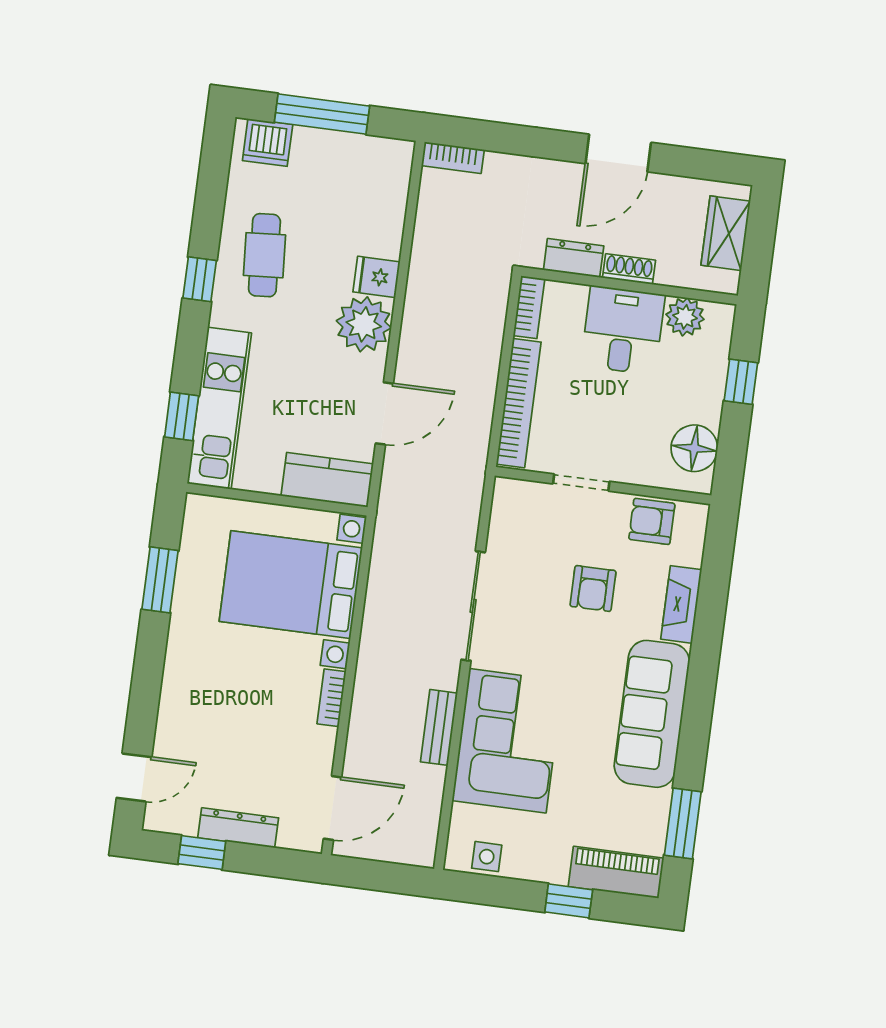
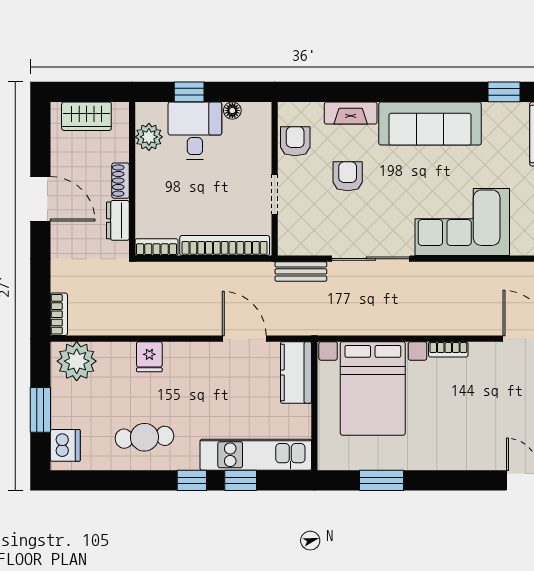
window: (322, 114) -> (40, 410), width x0.69
window: (200, 279) -> (192, 480), moved
plant: (364, 324) -> (77, 361), moved
desk: (623, 330) -> (195, 131), moved, turned 90
window: (182, 416) -> (241, 480), moved
floor lamp: (694, 448) -> (232, 111), width x0.53, depth x0.53
armchair: (652, 521) -> (295, 141), turned 180
armchair: (593, 588) -> (348, 176), turned -90
bench: (439, 727) -> (301, 271), moved
window: (683, 823) -> (504, 92), width x0.67

